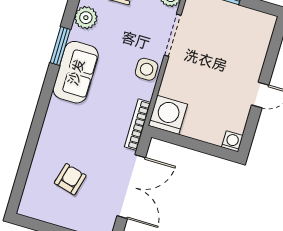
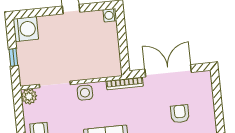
washing machine: (168, 115) -> (26, 29), moved, turned 180
armchair: (70, 179) -> (180, 114), turned 75

